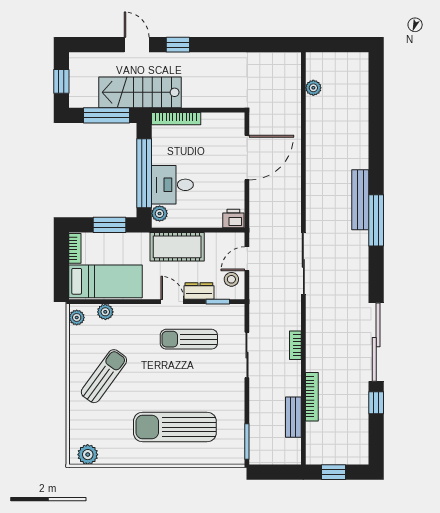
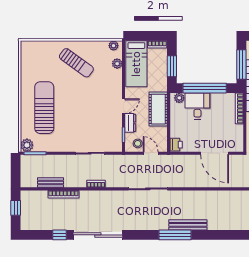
sun lounger: (189, 339) -> (100, 116), removed
plant: (88, 455) -> (27, 145), moved

